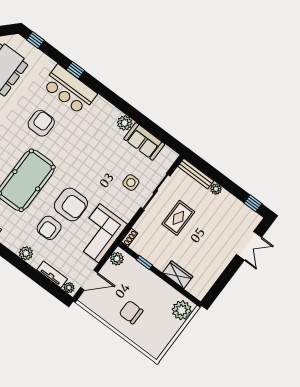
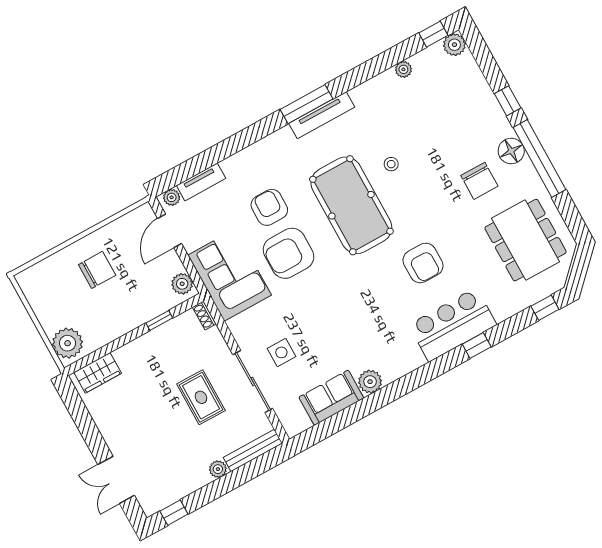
plant: (26, 253) -> (248, 158), removed
wardrobe: (178, 275) -> (98, 373), moved

